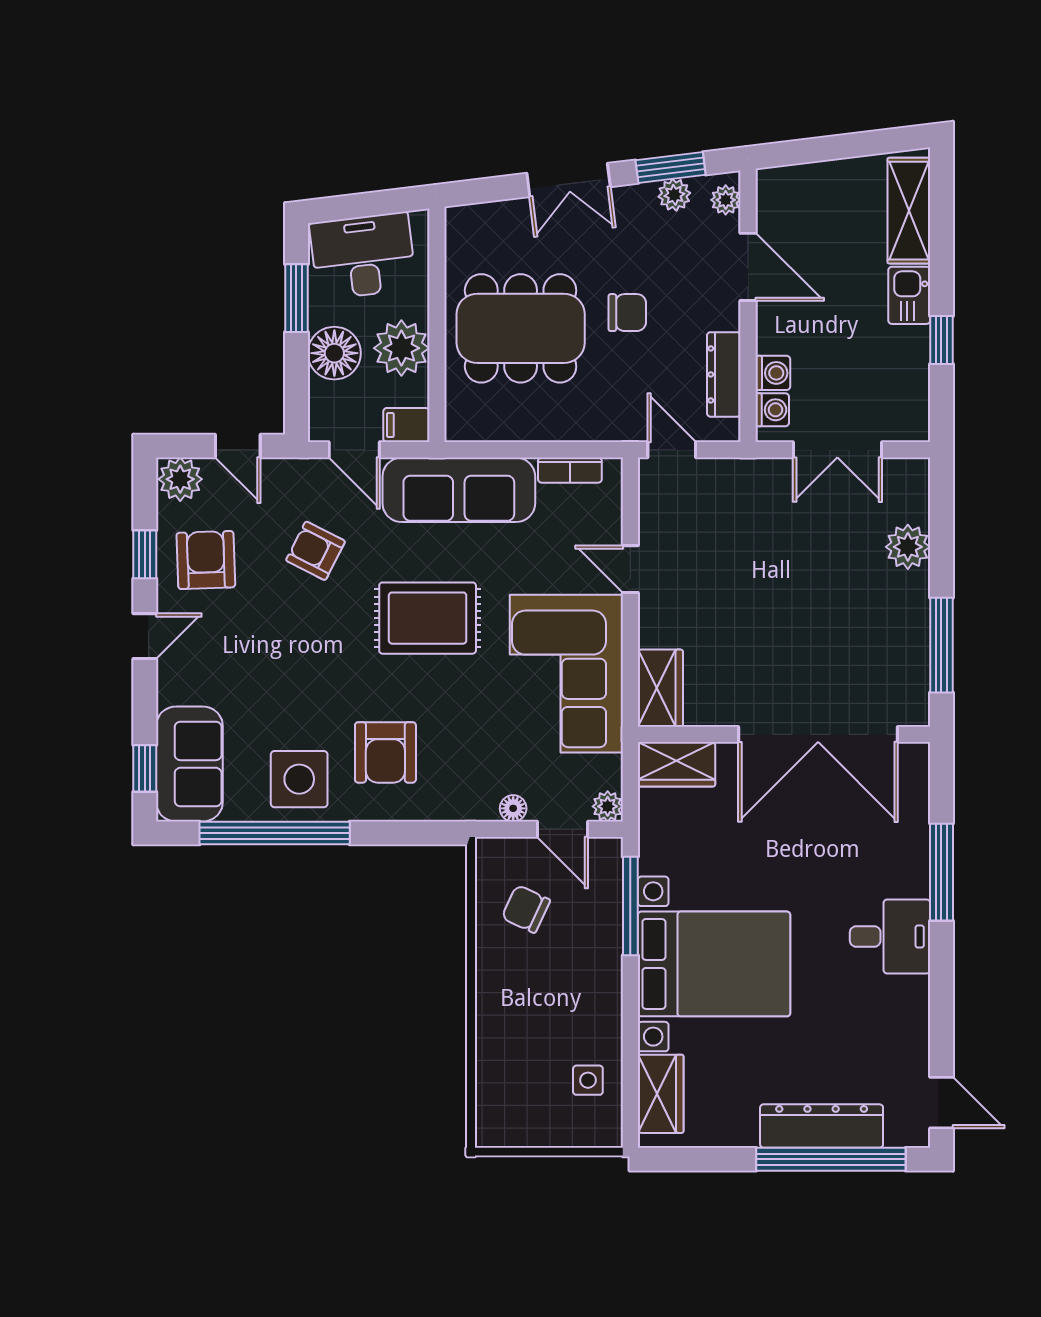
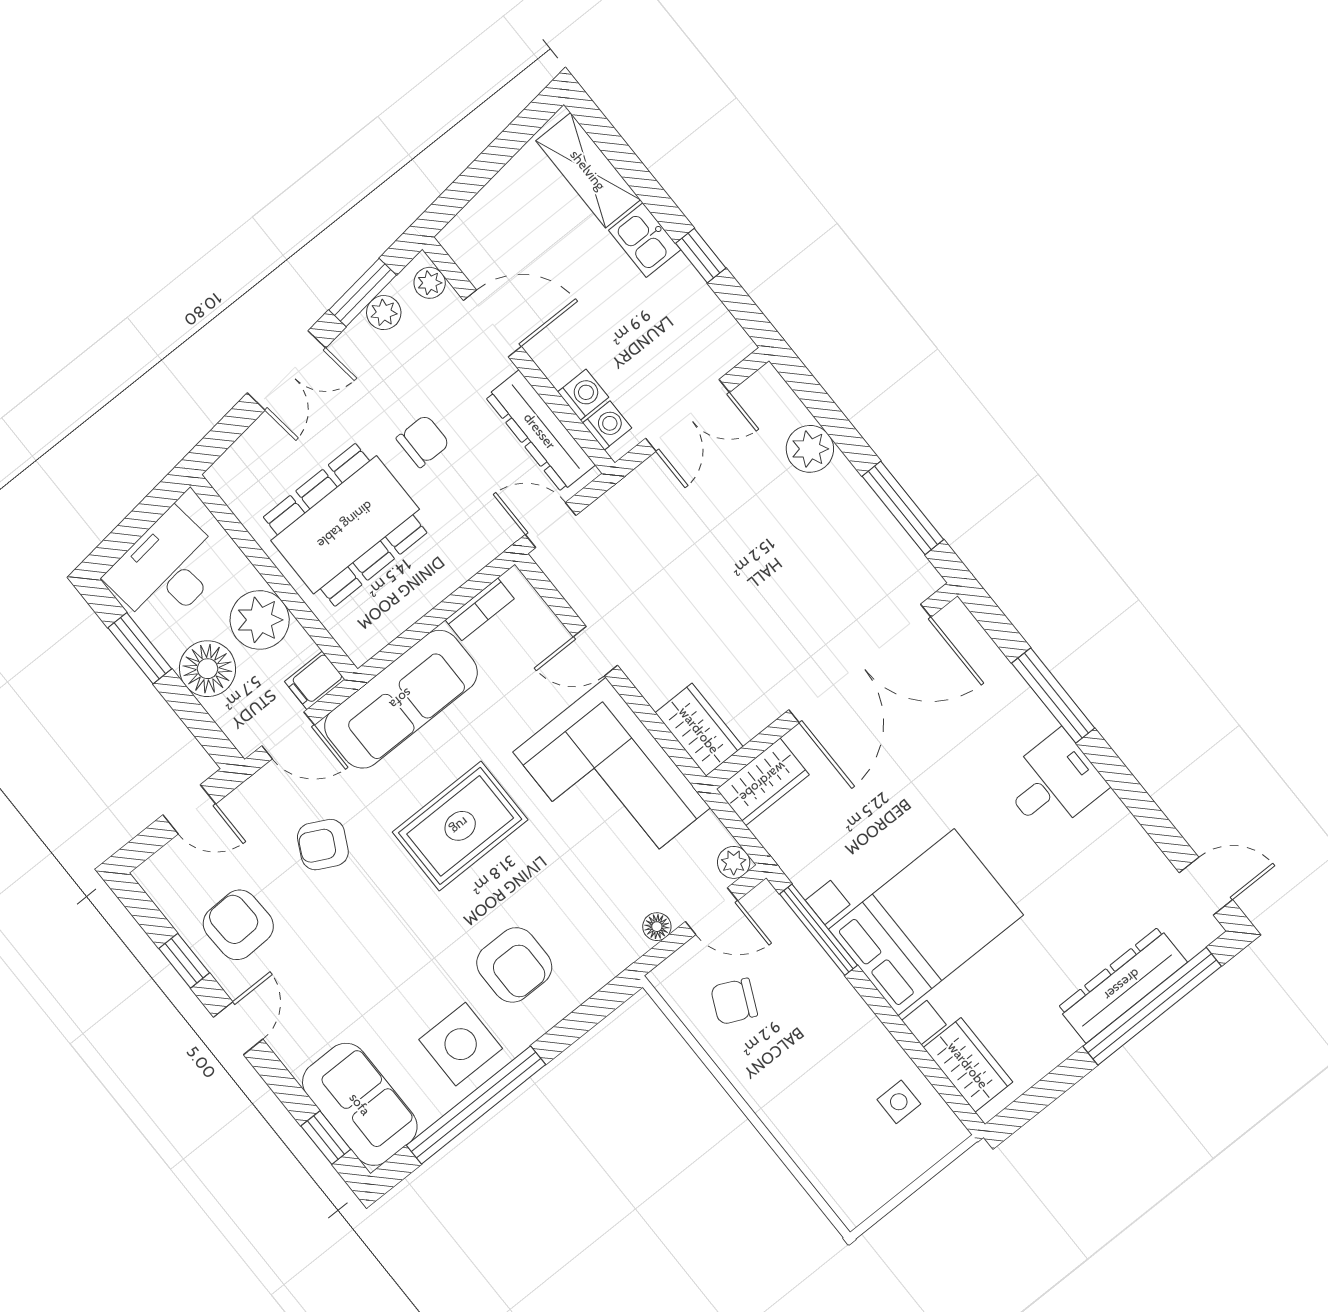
dresser: (724, 374) -> (540, 431), width x1.37, depth x1.24
plant: (180, 479) -> (164, 875), removed

